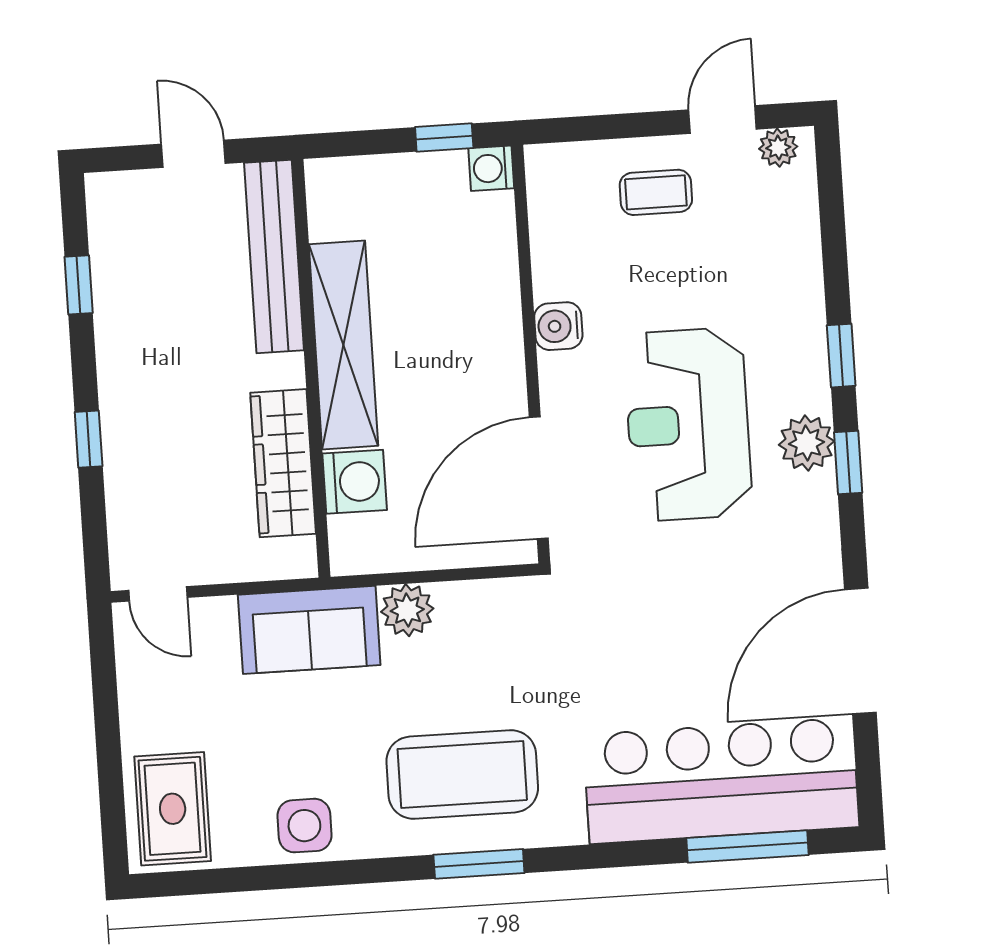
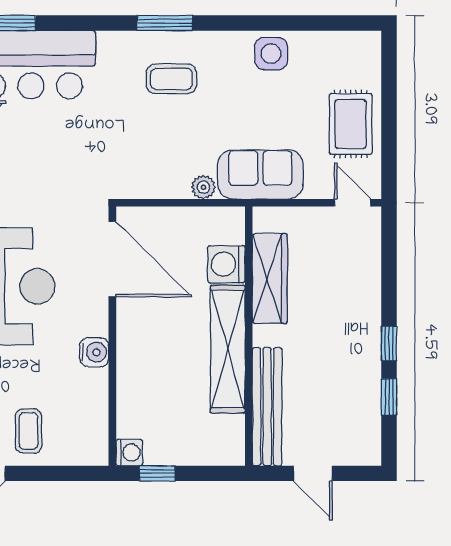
coffee table: (656, 192) -> (29, 431), turned 90
window: (89, 439) -> (389, 343), moved
door: (539, 478) -> (112, 259), hinge flipped
plant: (407, 610) -> (203, 187), width x0.73, depth x0.73
coffee table: (462, 774) -> (172, 79), width x0.54, depth x0.58
rug: (173, 809) -> (351, 124), moved

